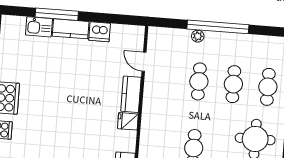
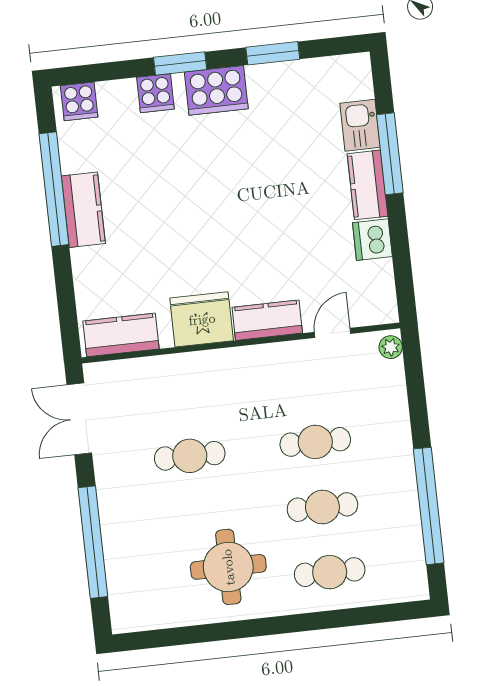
window: (218, 27) -> (429, 506), moved
plant: (198, 36) -> (391, 347), moved
fridge: (128, 121) -> (202, 319), width x1.88, depth x1.34

